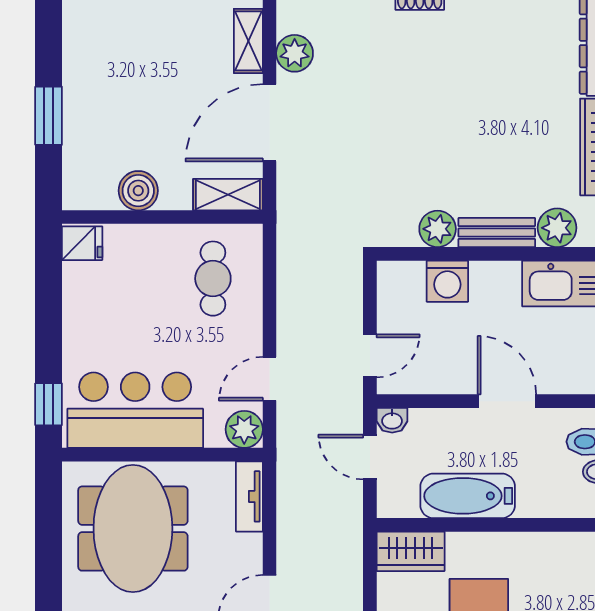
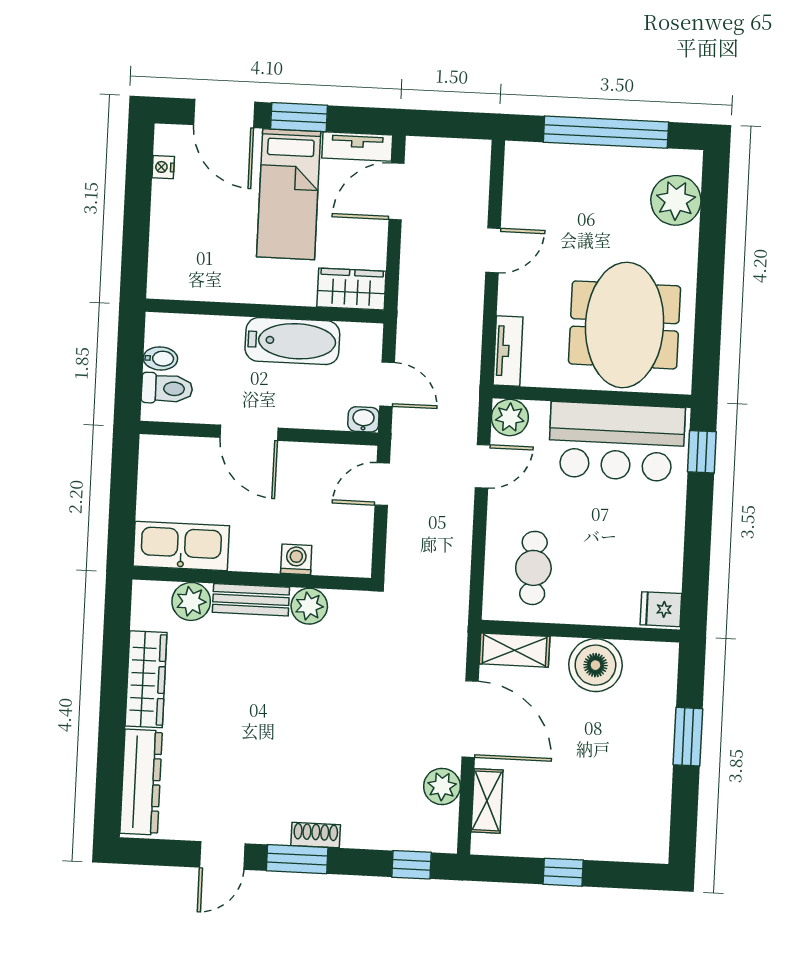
door: (269, 123) -> (470, 719), hinge flipped
boiler: (138, 191) -> (595, 665), width x1.37, depth x1.37
washing machine: (447, 281) -> (296, 559), width x0.73, depth x0.73

